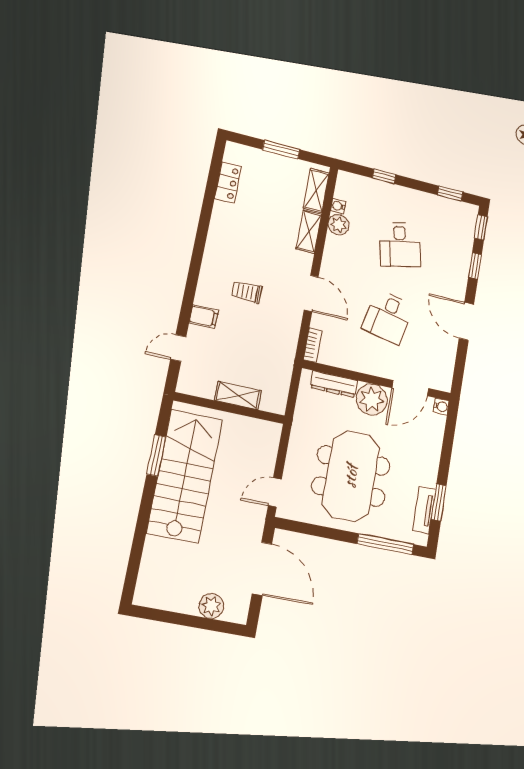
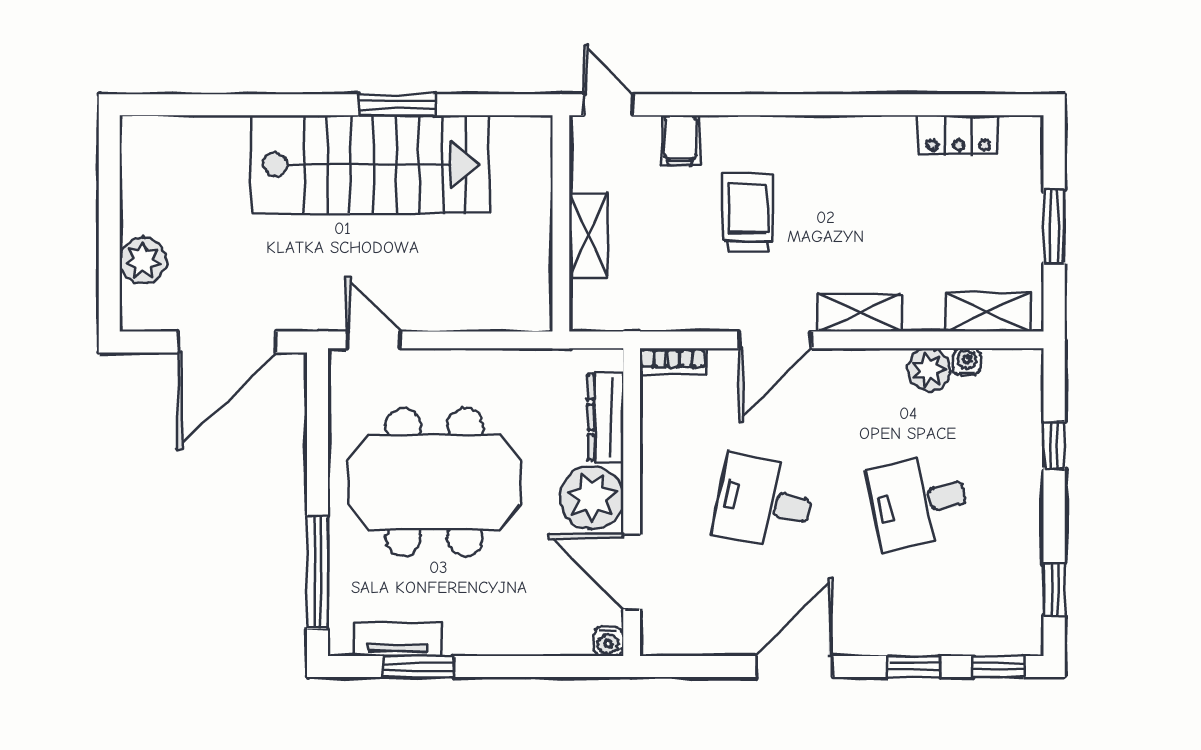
shelving: (309, 232) -> (860, 313), moved
trolley: (247, 292) -> (748, 213), width x1.36, depth x1.39
shelving: (238, 395) -> (588, 235), moved
wall: (229, 408) -> (561, 223), moved

